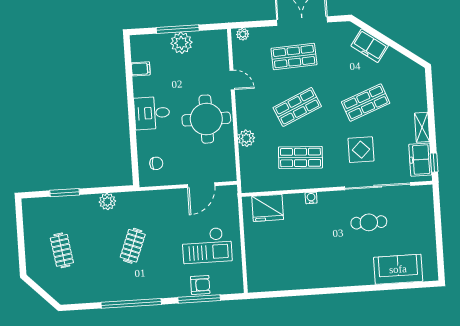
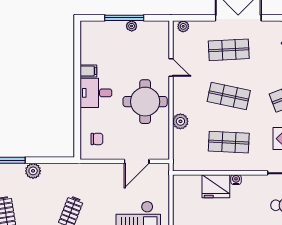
plant: (181, 43) -> (132, 26), width x0.53, depth x0.53
filing cabinet: (141, 69) -> (88, 71), moved
shop shelf: (297, 107) -> (229, 96), turned 36
plant: (107, 201) -> (33, 171), moved
fridge: (268, 208) -> (216, 186), moved

